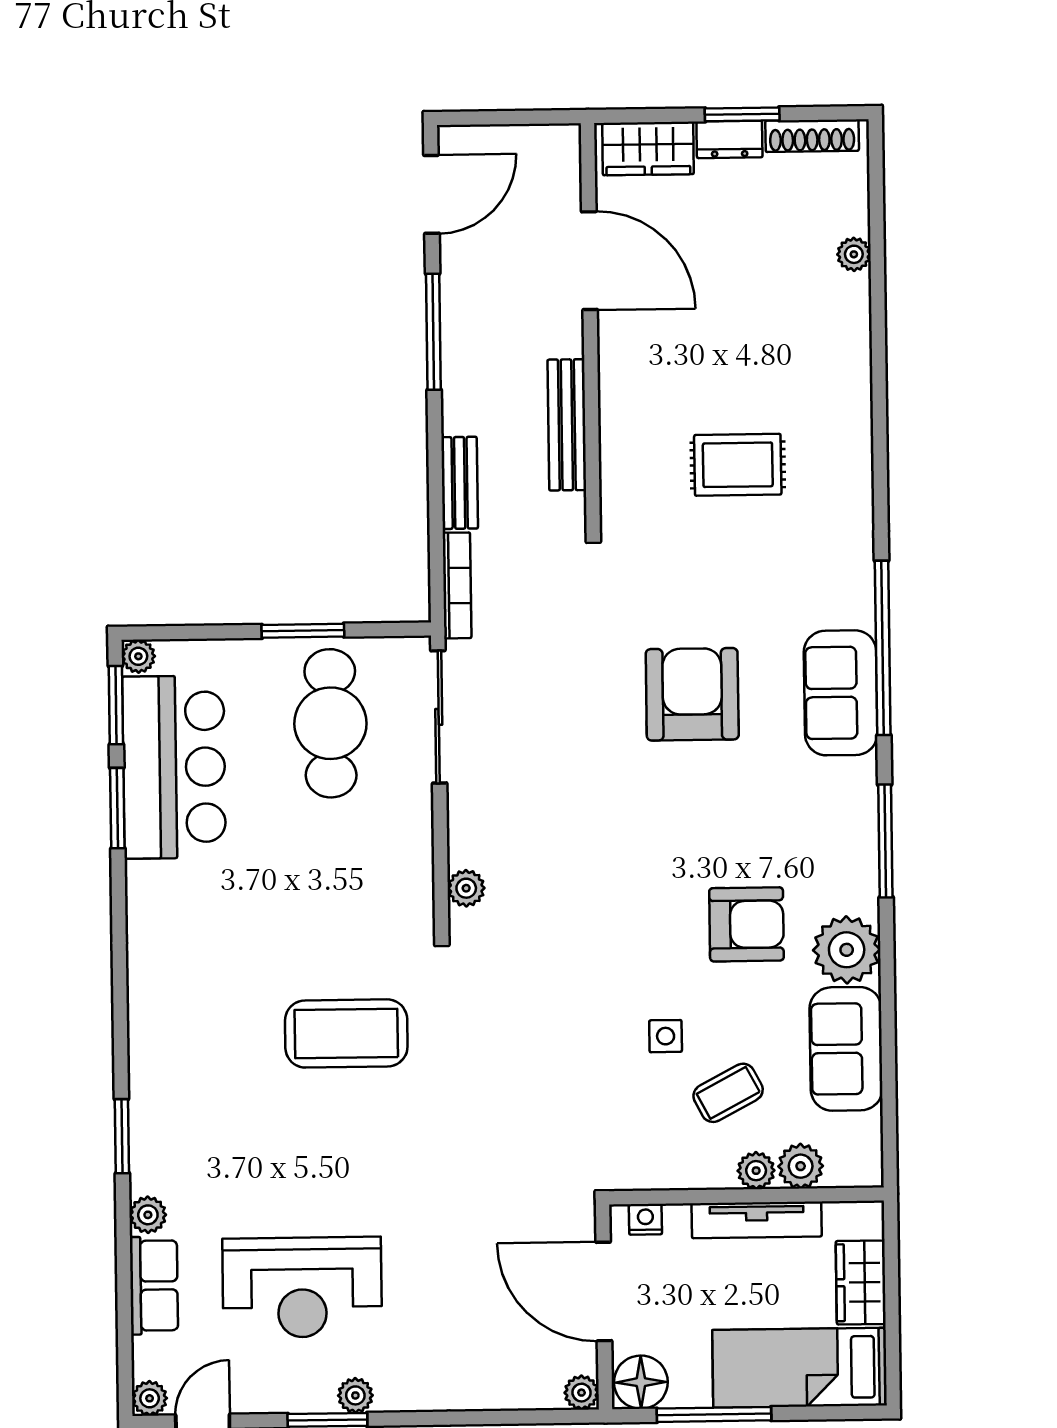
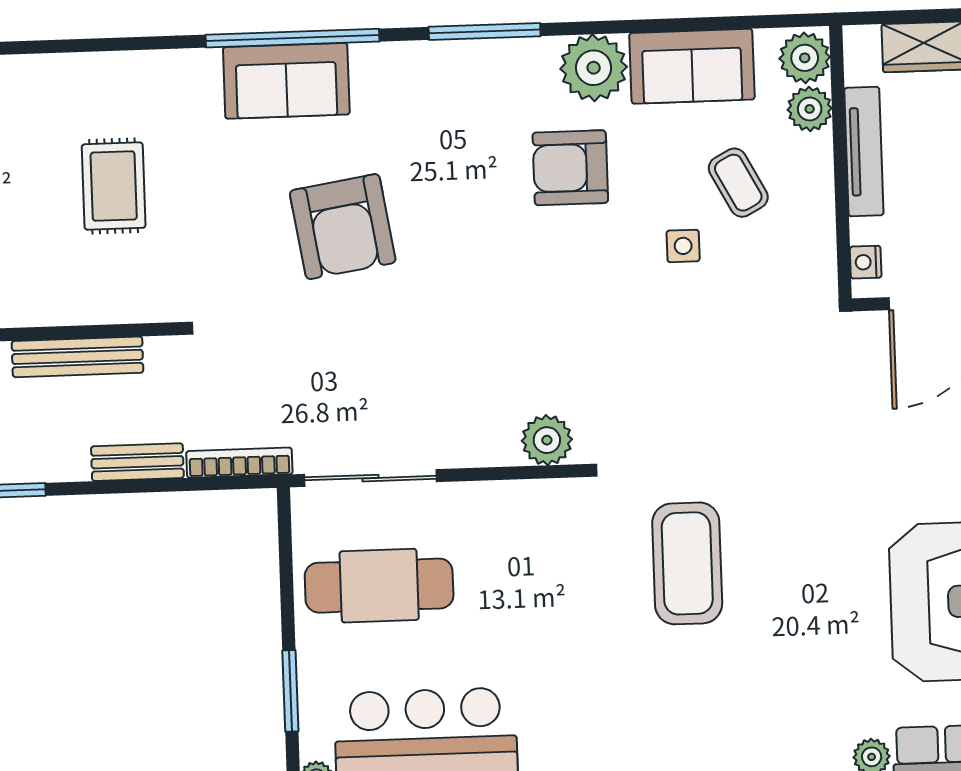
window: (303, 631) -> (290, 691), moved
sofa: (841, 693) -> (286, 81), moved
armchair: (692, 694) -> (343, 227), turned -99
plant: (466, 888) -> (547, 440), width x1.38, depth x1.38
armchair: (747, 924) -> (570, 168), turned -90
plant: (756, 1171) -> (805, 58), moved, width x1.38, depth x1.38

